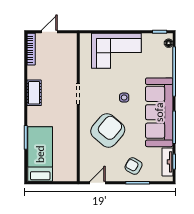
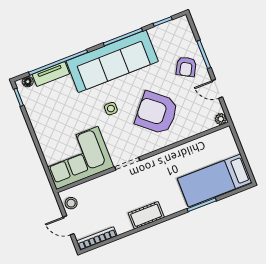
stool: (65, 40) -> (71, 203), added
corner sofa: (116, 51) -> (77, 158), moved, turned -90
tv unit: (168, 162) -> (51, 74), moved
plant: (84, 177) -> (221, 119), added
door: (97, 183) -> (217, 89), moved

